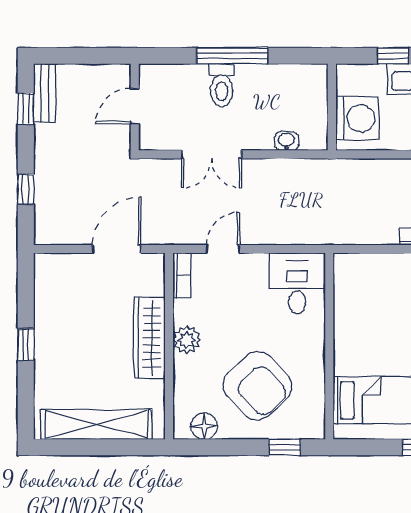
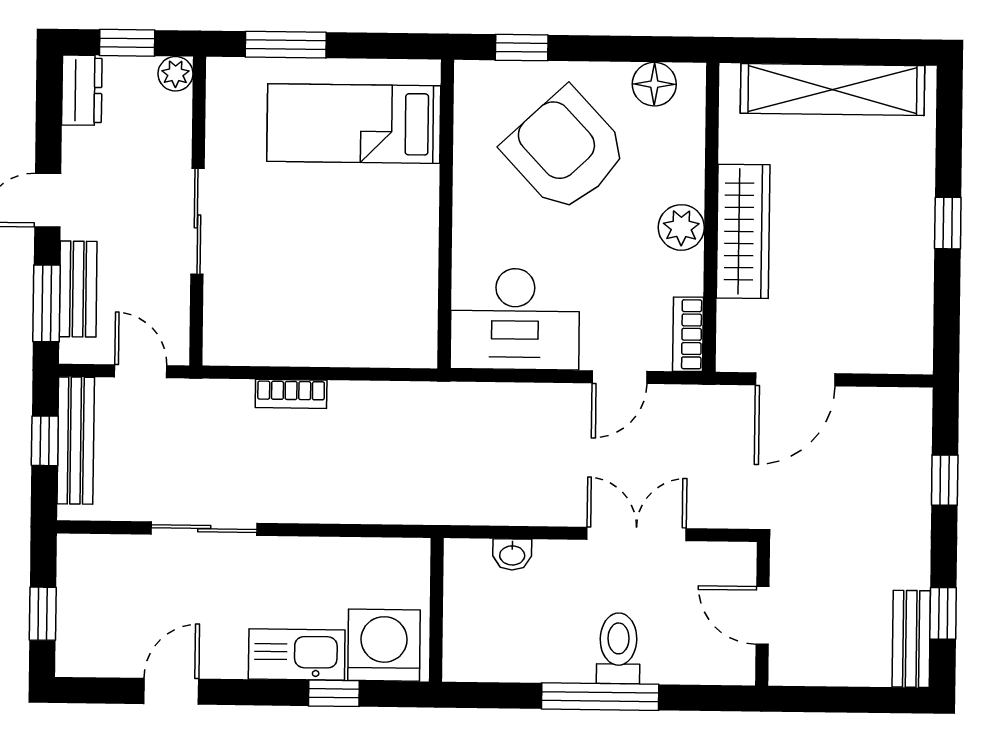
door: (135, 106) -> (763, 615), swing flipped
washing machine: (357, 118) -> (384, 645), moved, turned 90
desk: (297, 283) -> (515, 319), width x1.37

